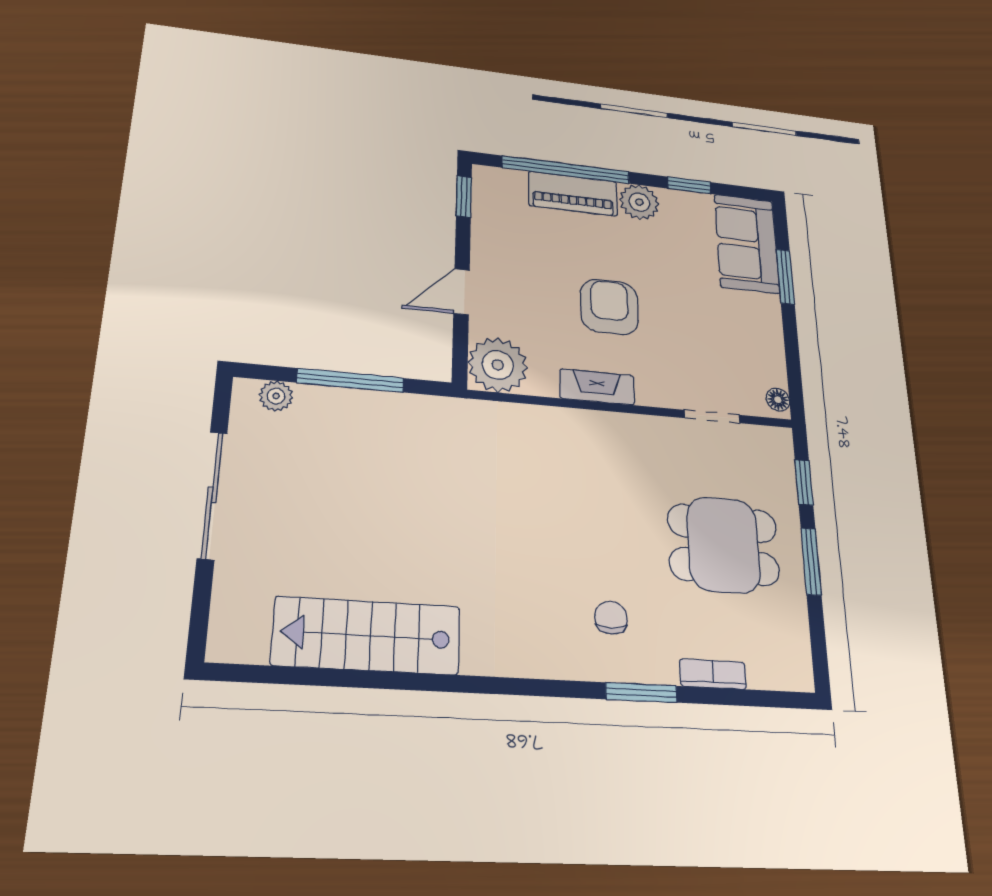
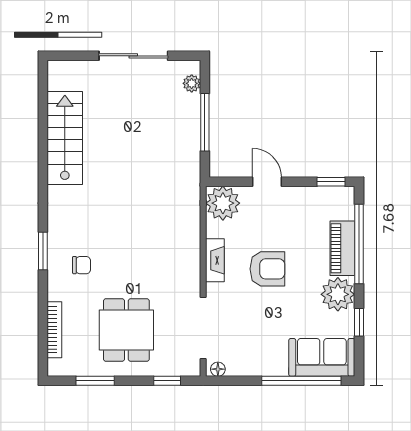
plant: (639, 202) -> (338, 294), width x1.36, depth x1.36
window: (785, 277) -> (301, 381), width x2.11
doorway: (712, 417) -> (203, 328), width x1.87
window: (811, 562) -> (95, 381), moved
bookcase: (713, 674) -> (54, 330), width x1.56
window: (641, 693) -> (43, 251), moved

